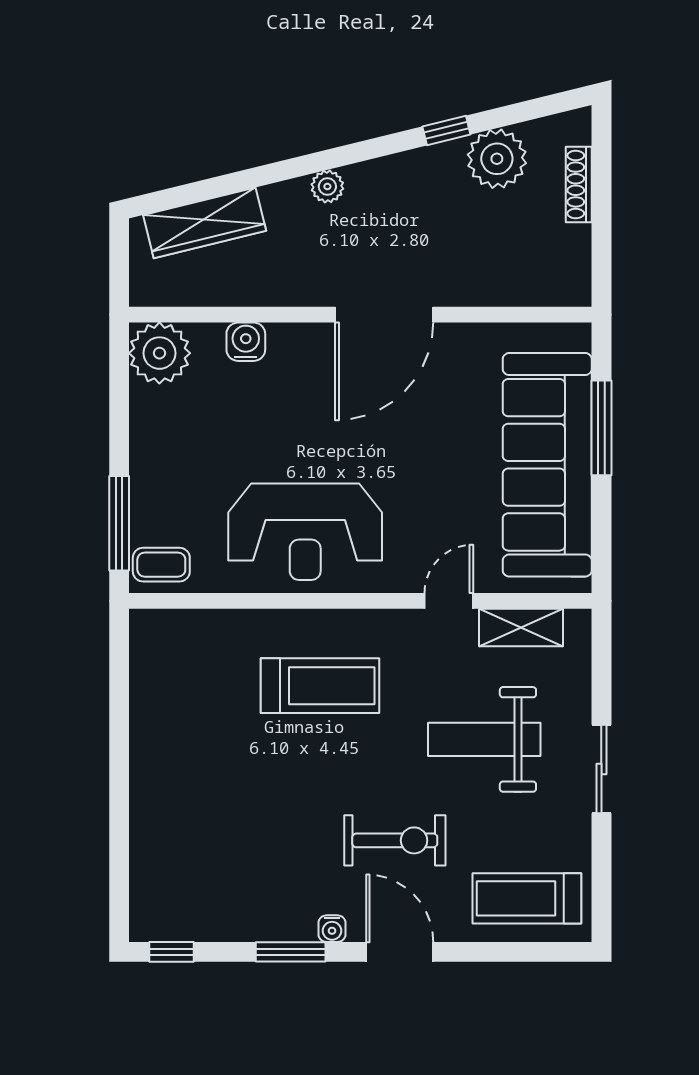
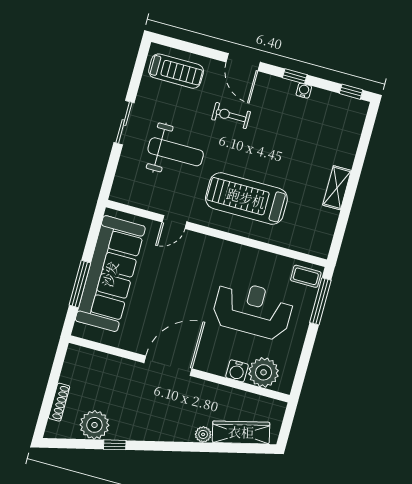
plant: (327, 186) -> (203, 434), moved
plant: (159, 353) -> (264, 372), moved
reception desk: (305, 532) -> (253, 310), moved
shelving: (521, 628) -> (337, 188), moved, turned 90
treadmill: (320, 686) -> (246, 198), width x1.37, depth x1.38
exercise bike: (395, 840) -> (231, 116), width x0.73, depth x0.72
water cooler: (332, 929) -> (304, 91), moved
window: (291, 952) -> (295, 76), width x0.67

